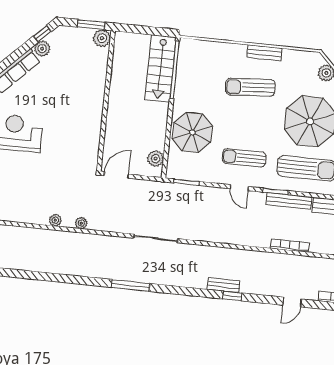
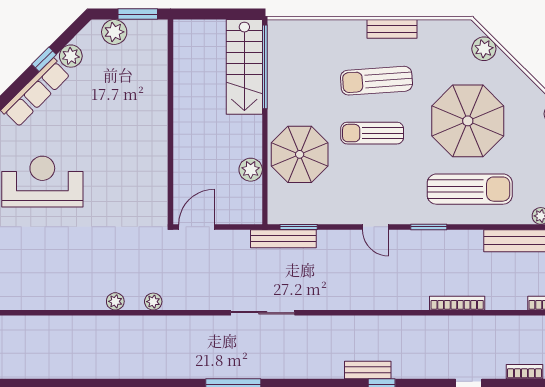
window: (42, 34) -> (44, 59), moved
plant: (102, 38) -> (114, 32), moved
sun lounger: (244, 158) -> (372, 133), moved
plant: (156, 159) -> (251, 170), moved
bench: (289, 201) -> (283, 239), moved

